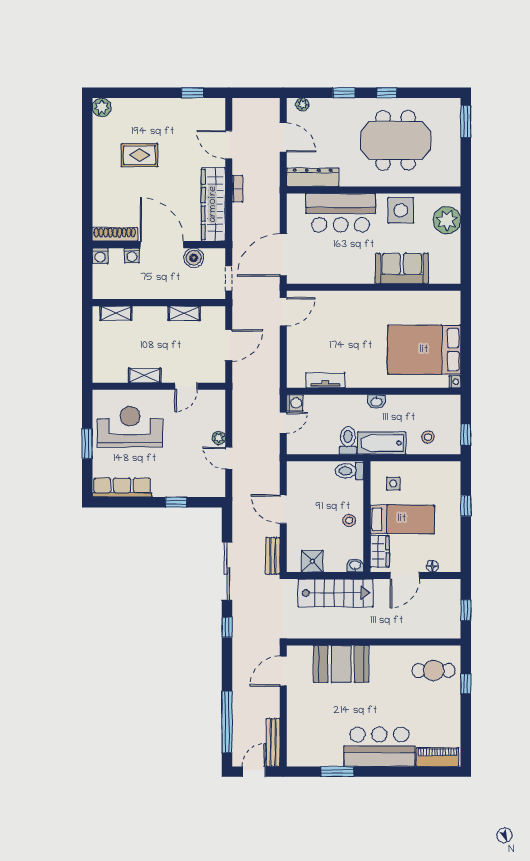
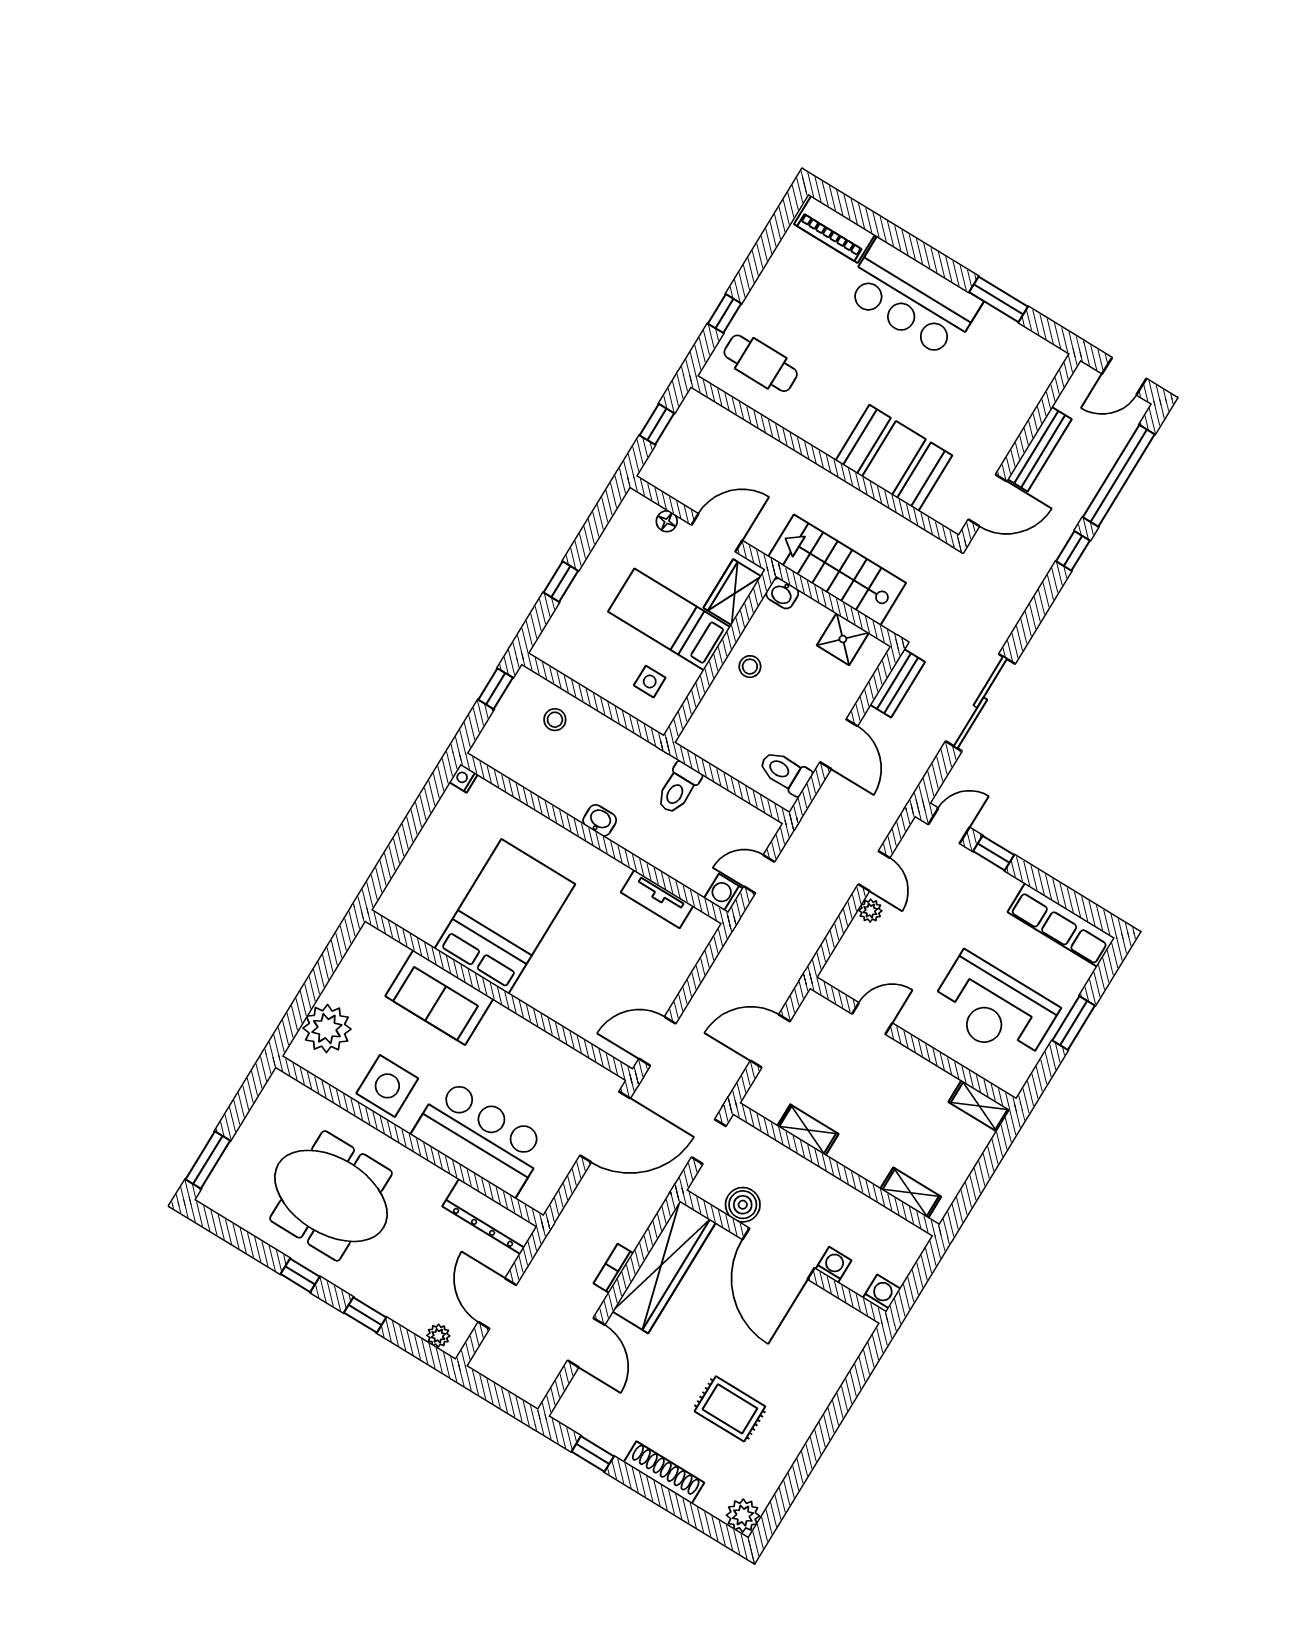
shoe rack: (115, 234) -> (664, 1472), moved, turned 180
bed: (424, 350) -> (505, 916), moved, turned -90
shelving: (145, 376) -> (979, 1106), moved
bathtub: (382, 443) -> (630, 753), removed
toilet: (349, 471) -> (785, 772), moved, turned 180
door: (206, 502) -> (949, 826), added
window: (227, 627) -> (1073, 551), moved
bench: (273, 742) -> (1040, 449), moved

